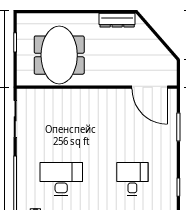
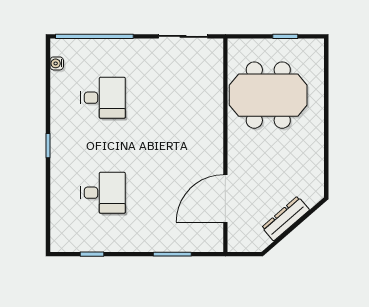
dresser: (117, 20) -> (286, 219), moved, turned 49
door: (150, 87) -> (225, 198), moved
desk: (61, 179) -> (103, 98), width x0.73

